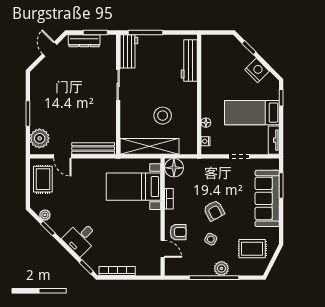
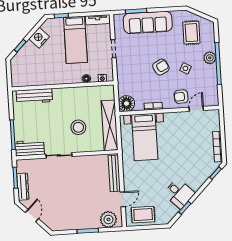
door: (50, 49) -> (32, 216), swing flipped
stool: (163, 116) -> (78, 127), moved
plant: (45, 215) -> (173, 211), removed
armchair: (178, 232) -> (181, 97), turned -93
desk: (81, 238) -> (179, 193), moved

